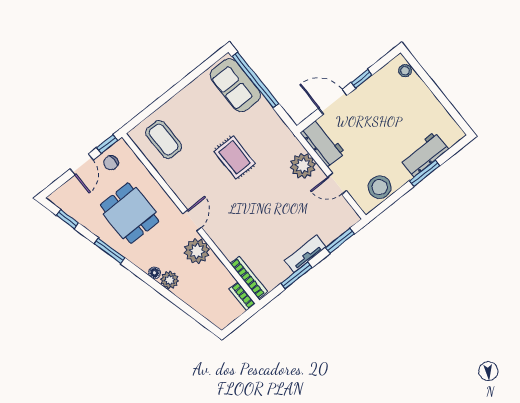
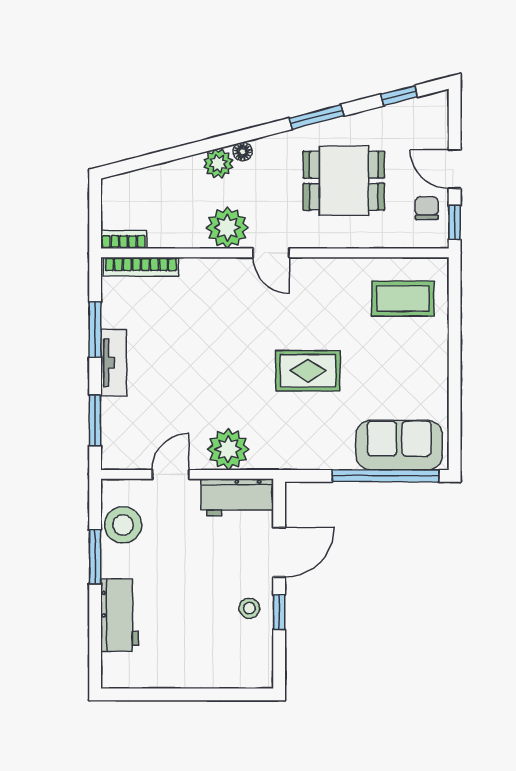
stool: (405, 71) -> (249, 608), moved
window: (425, 173) -> (95, 557), moved

